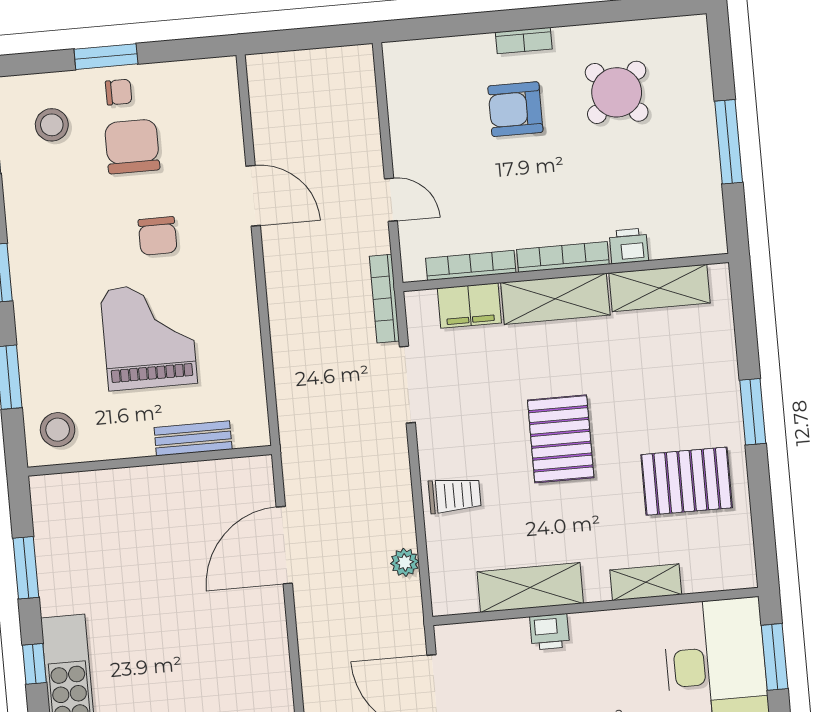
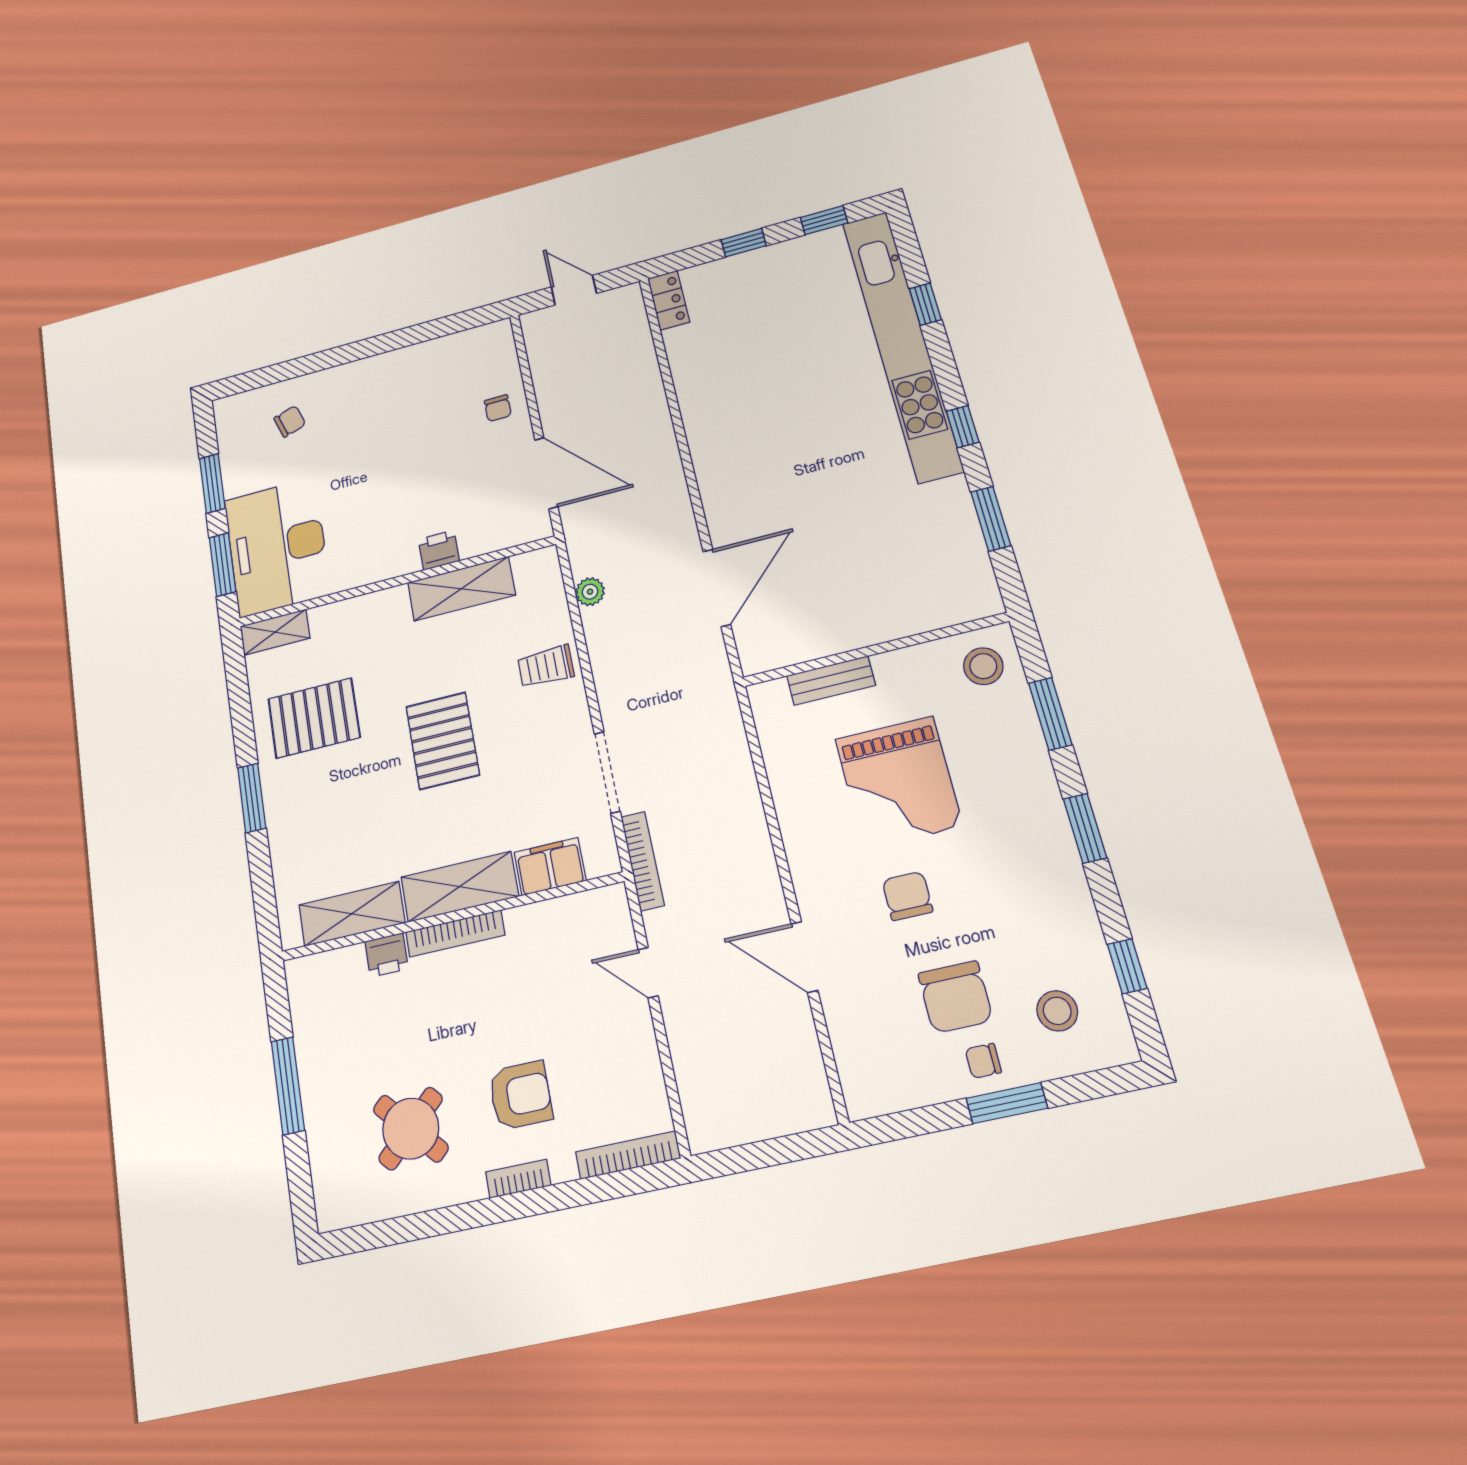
bookcase: (471, 265) -> (628, 1155), moved, turned 180
shelving: (646, 582) -> (275, 632), moved

